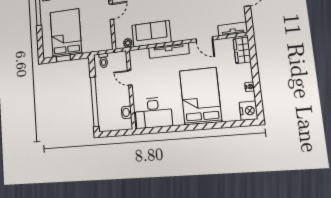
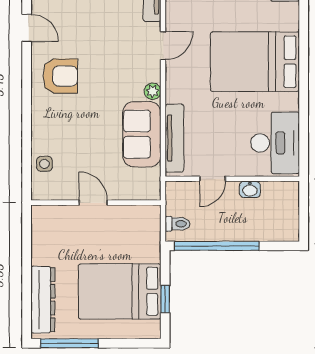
plant: (128, 43) -> (153, 91), moved
tv unit: (169, 51) -> (174, 138), moved
window: (95, 102) -> (217, 246), moved
washbasin: (127, 112) -> (250, 189), moved

